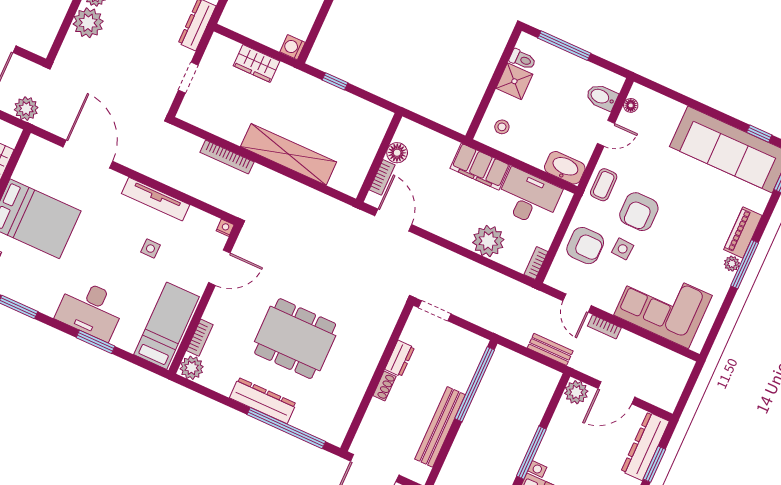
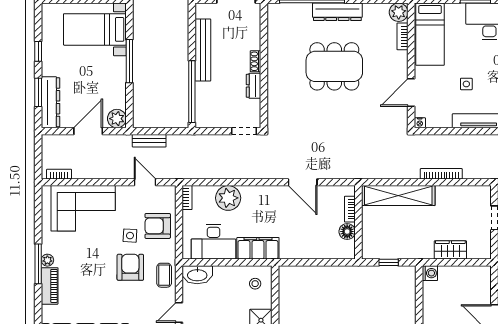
floor lamp: (397, 153) -> (347, 232), moved
wall: (379, 158) -> (358, 222), moved
bookcase: (382, 177) -> (350, 209), moved
bookcase: (604, 327) -> (59, 174), moved

